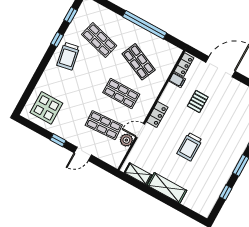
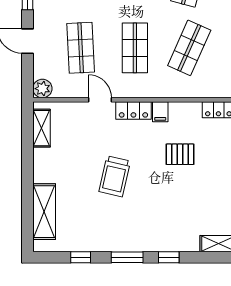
filing cabinet: (177, 80) -> (160, 112), moved
plant: (126, 140) -> (42, 89), moved
trolley: (190, 147) -> (115, 176), turned -77
shelving: (167, 188) -> (44, 212), moved

